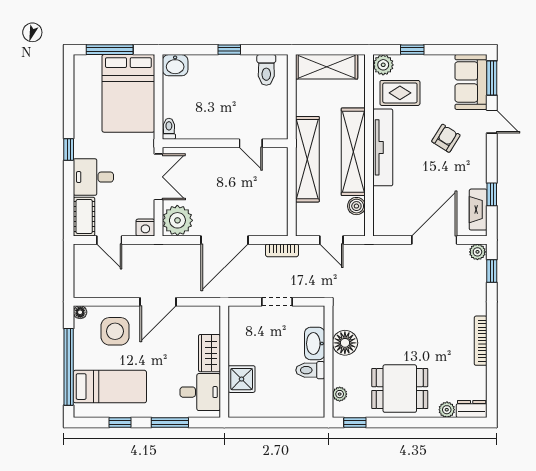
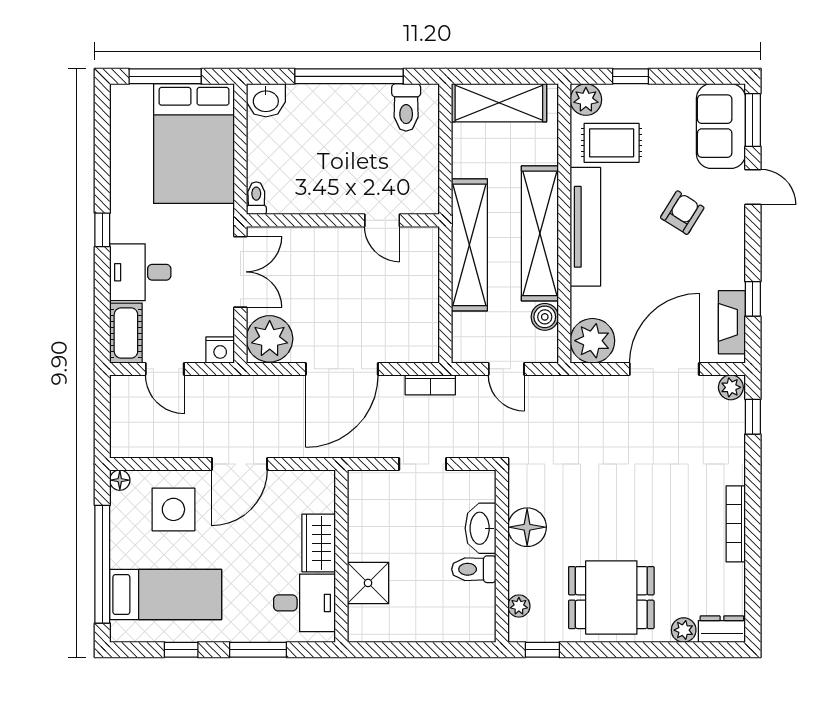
window: (229, 50) -> (349, 76), width x3.17
plant: (387, 222) -> (592, 341), added

